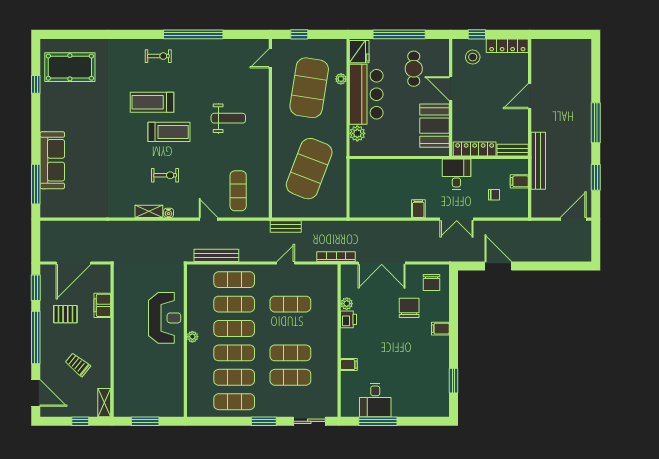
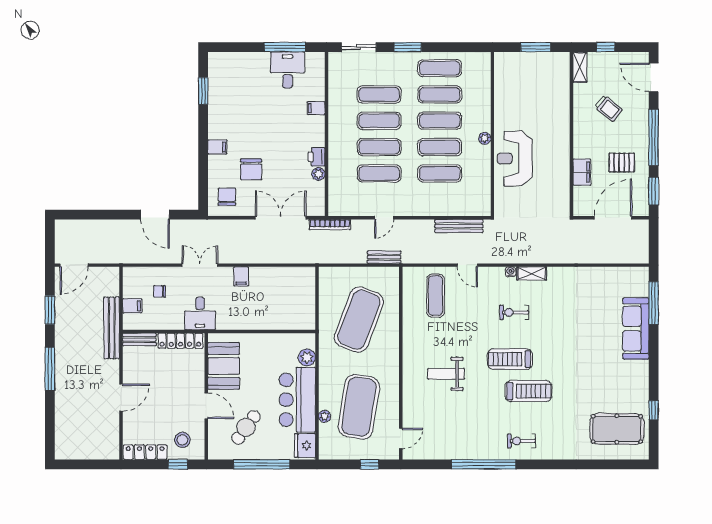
cafe table: (414, 69) -> (246, 427), turned 36
exercise mat: (234, 280) -> (379, 147), moved

